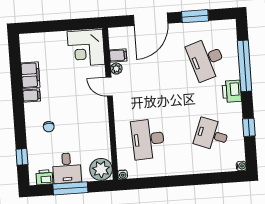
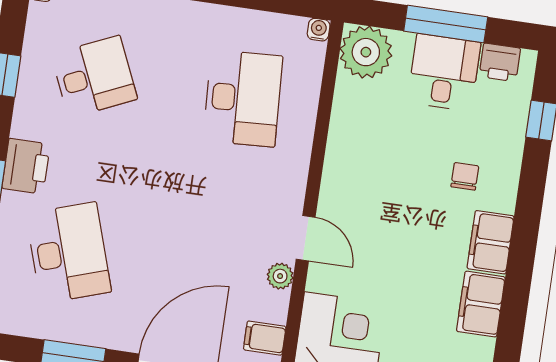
filing cabinet: (118, 55) -> (265, 338), moved
filing cabinet: (32, 95) -> (491, 242), width x2.00
desk: (212, 135) -> (94, 77), turned -45

